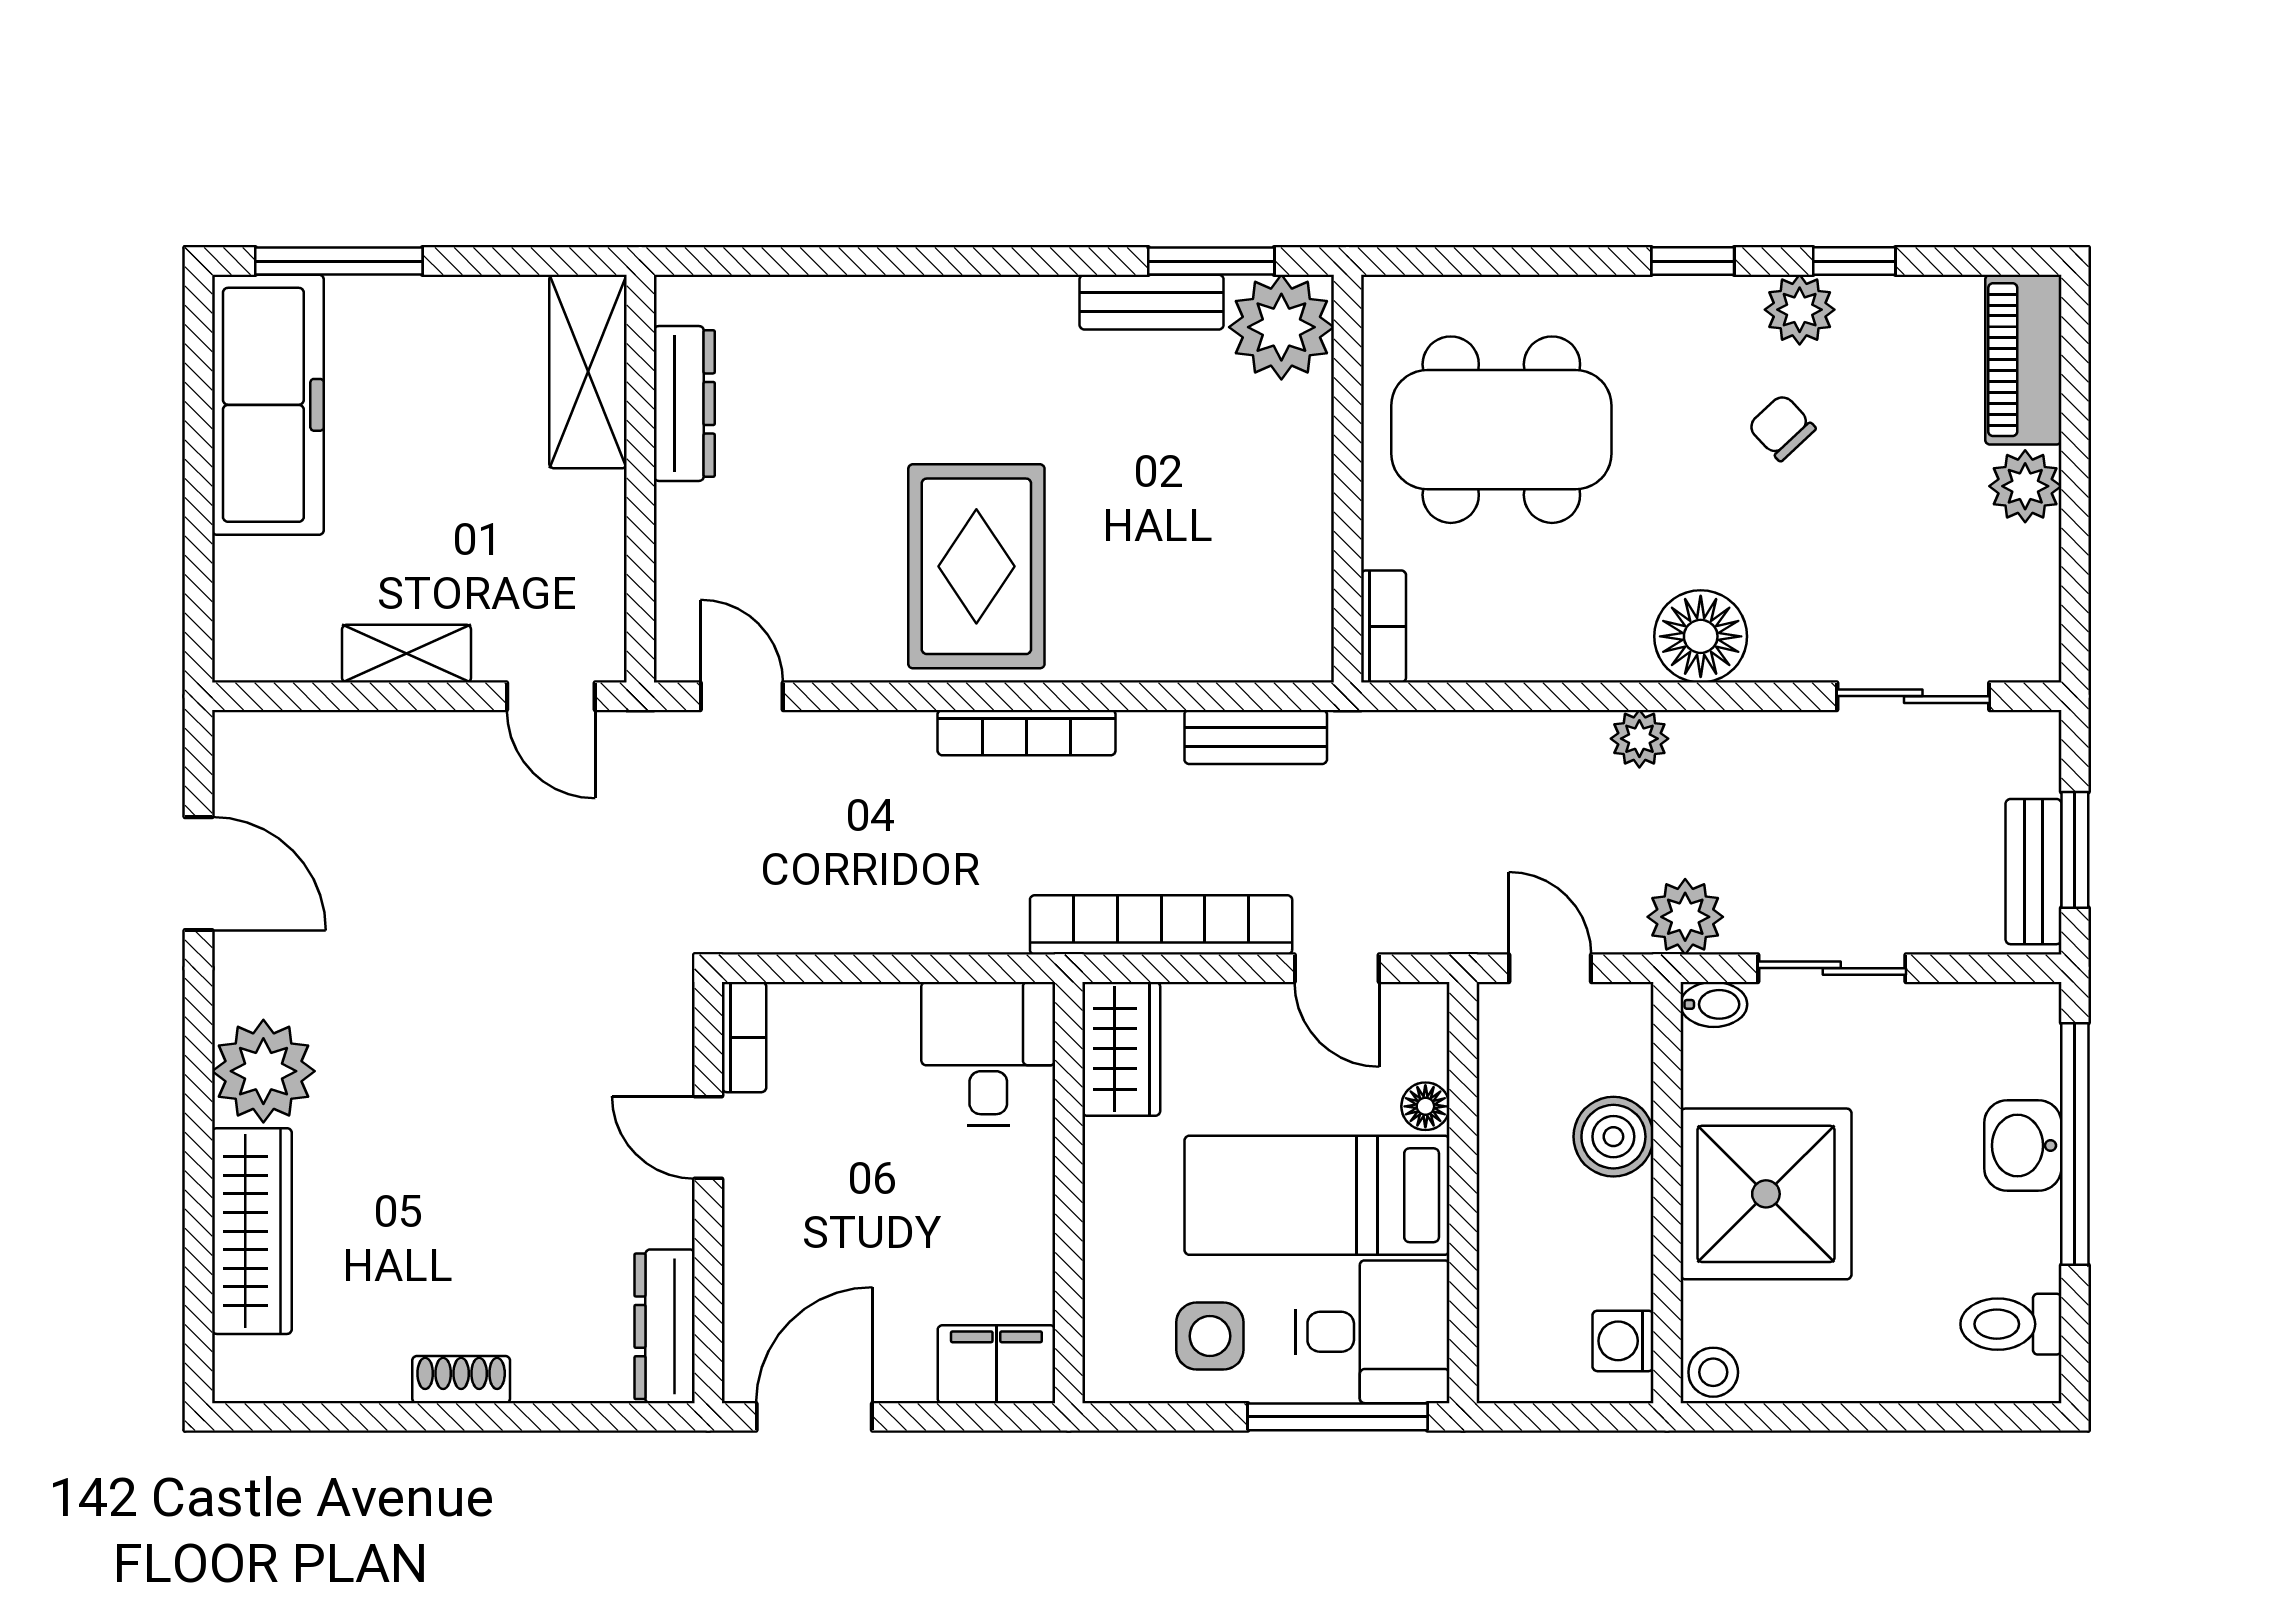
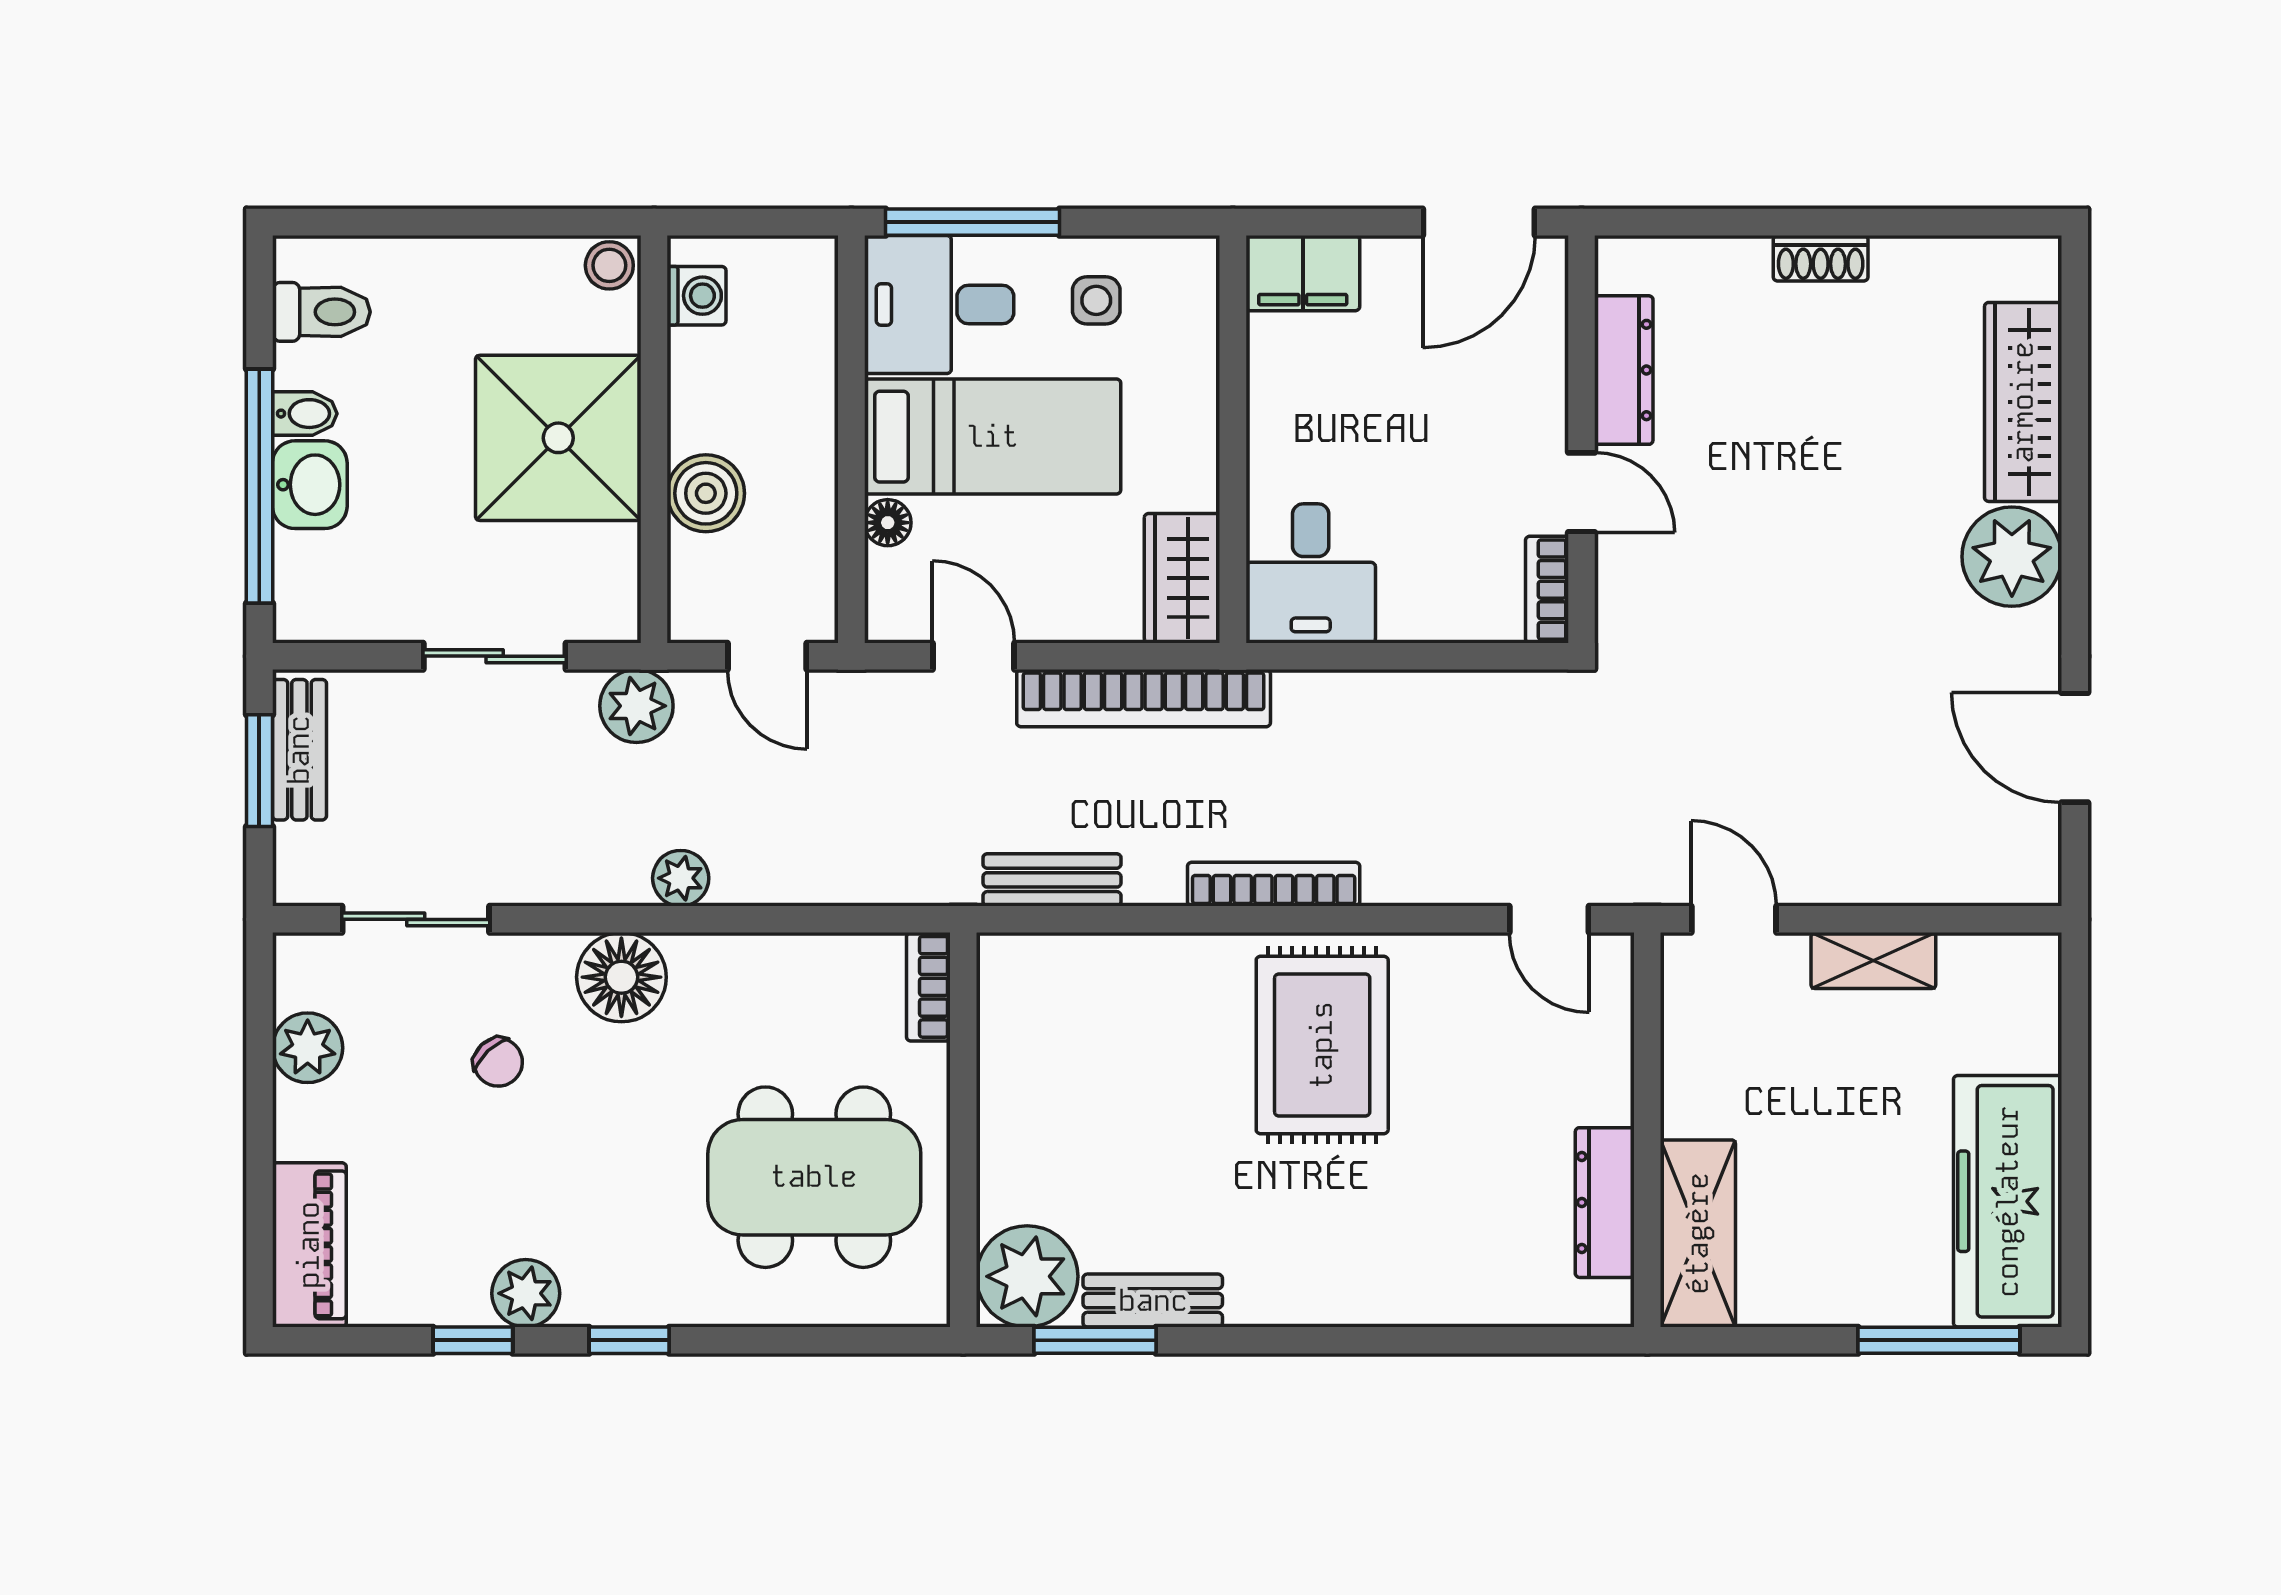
chair: (1782, 427) -> (498, 1062), moved
plant: (2025, 486) -> (308, 1048), moved
bidet: (1714, 1004) -> (305, 414), moved, turned 180
dresser: (665, 1326) -> (1624, 370), moved
side table: (1210, 1336) -> (1096, 300), width x0.73, depth x0.73

